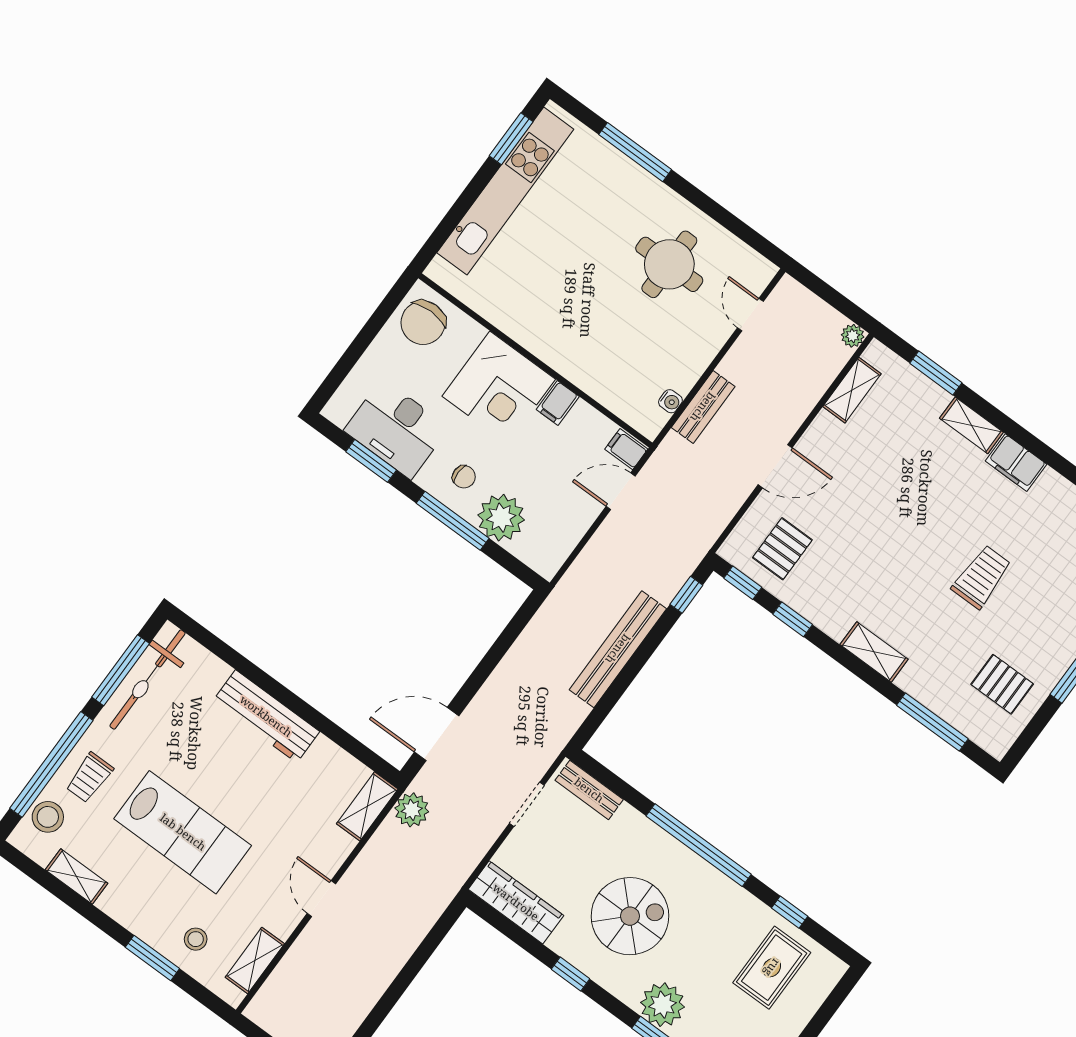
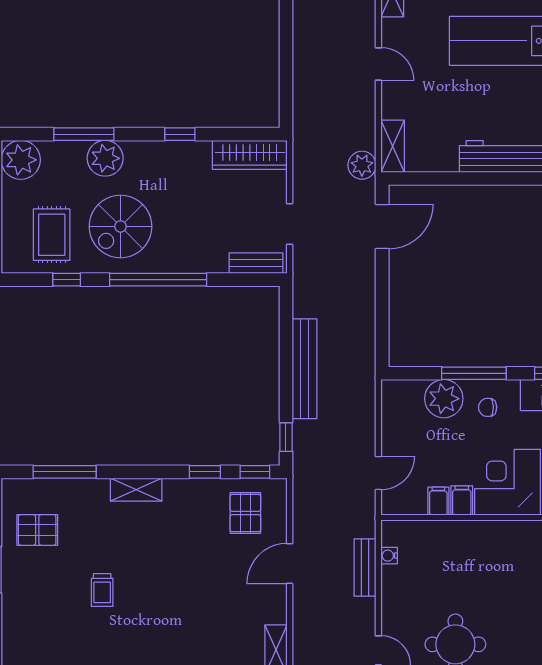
filing cabinet: (626, 449) -> (438, 501), moved, turned -90
trolley: (981, 577) -> (102, 590), width x0.73, depth x0.72
spiral stairs: (630, 916) -> (121, 226), moved

